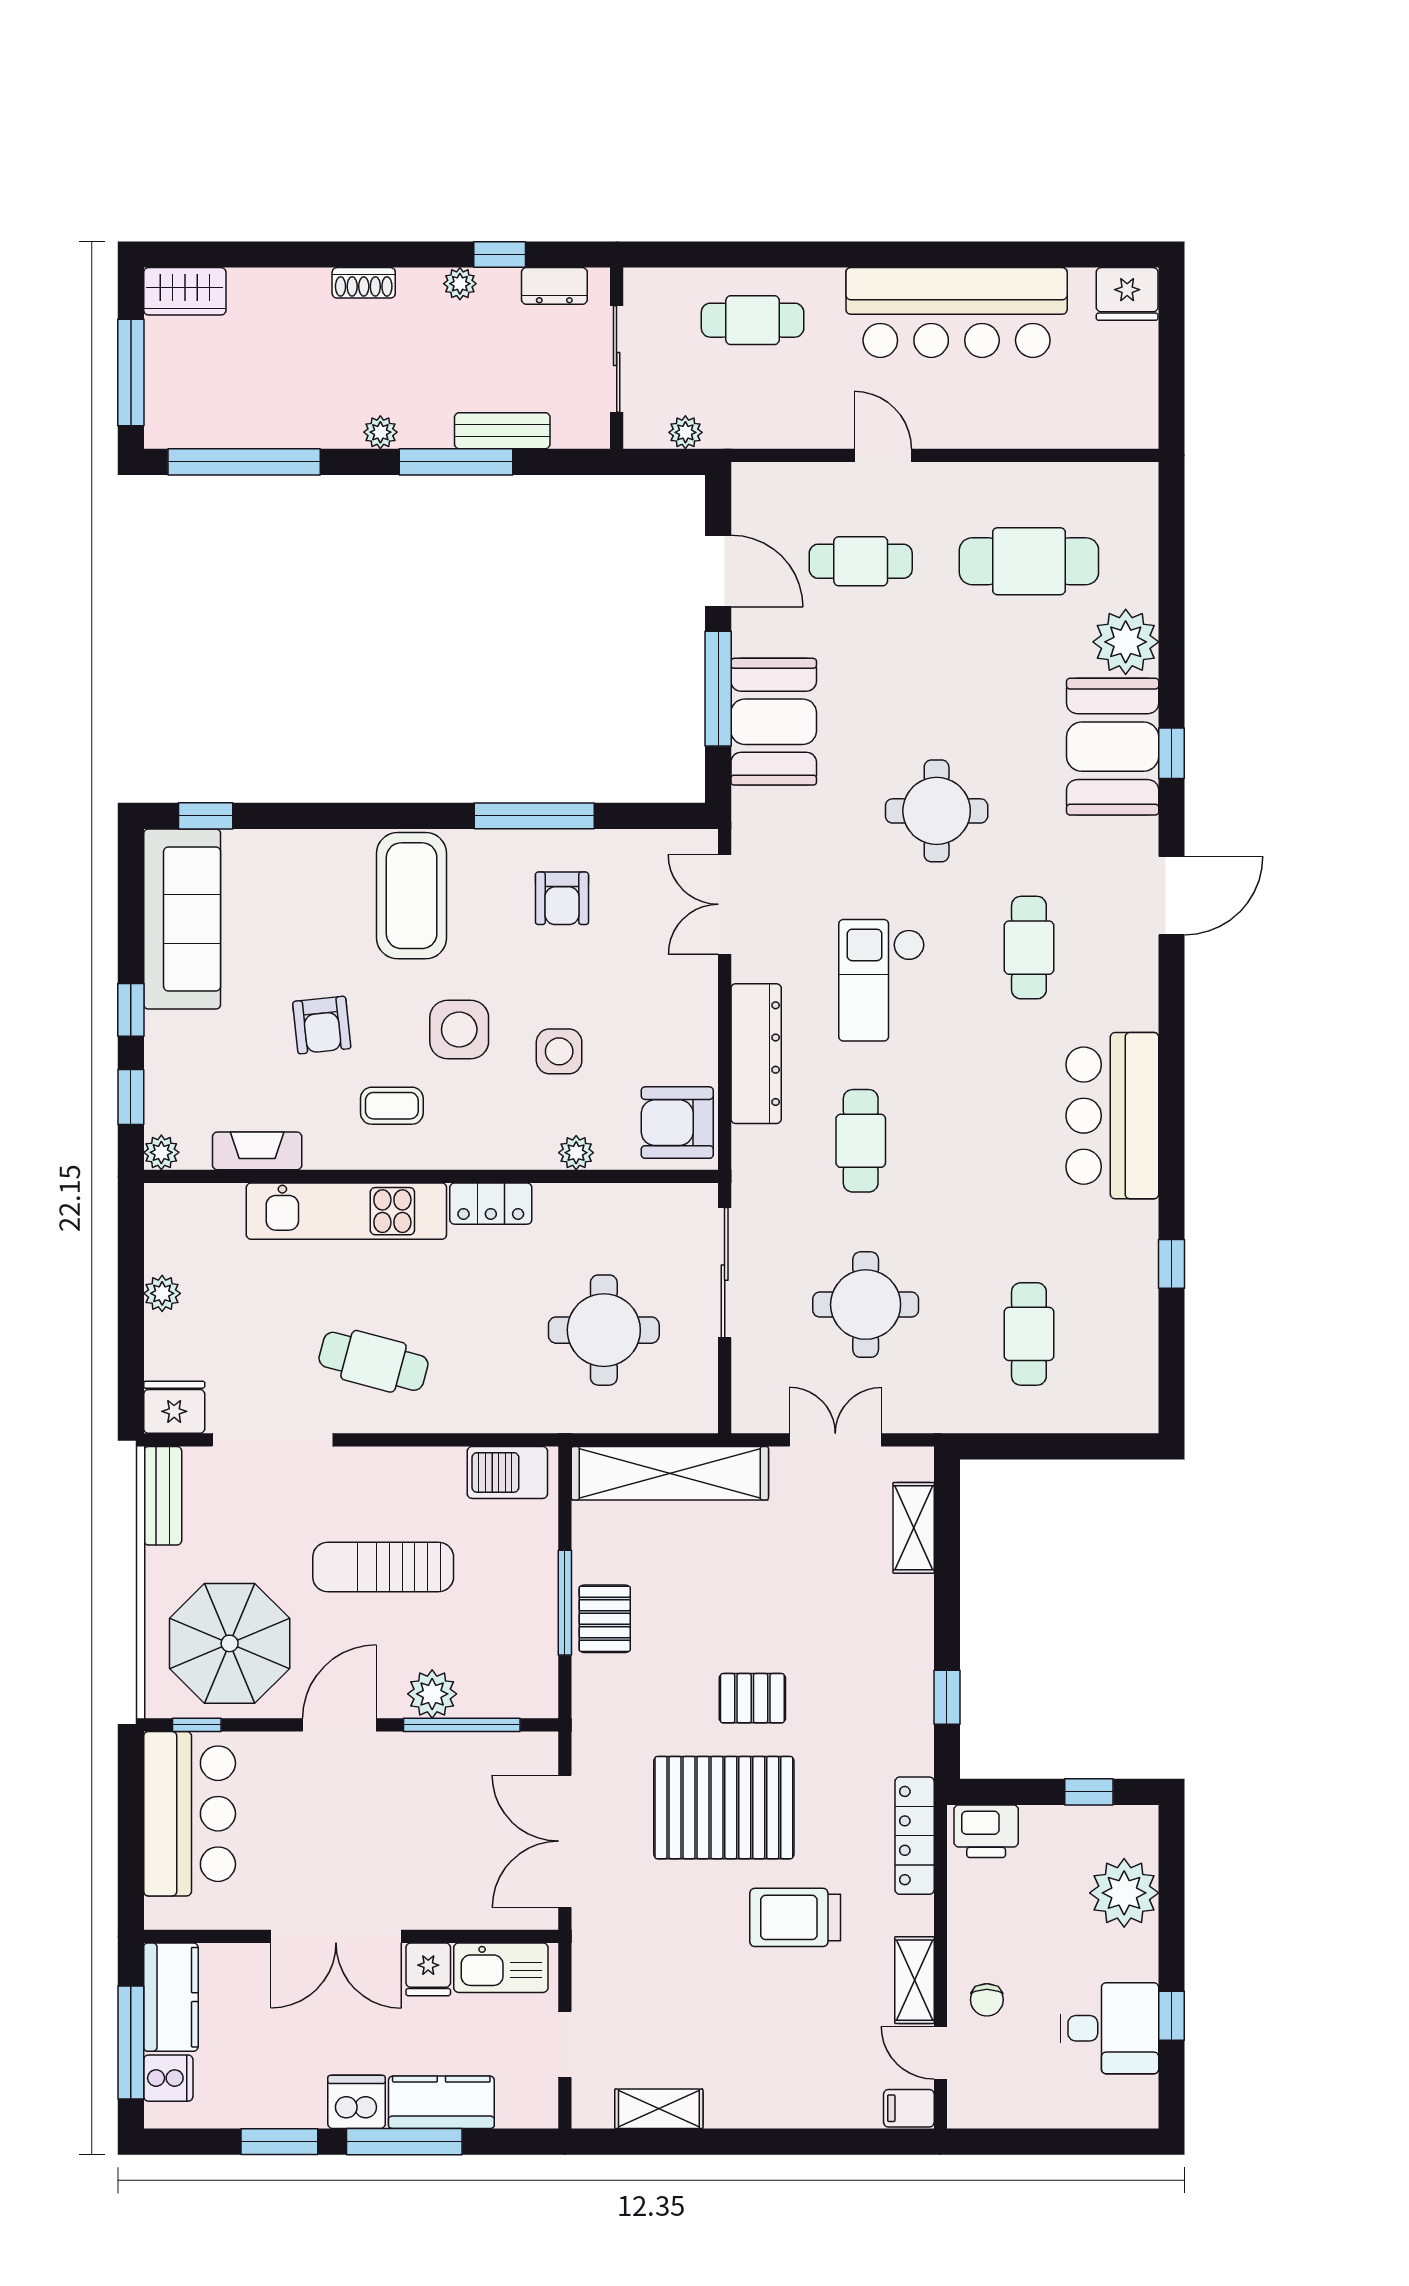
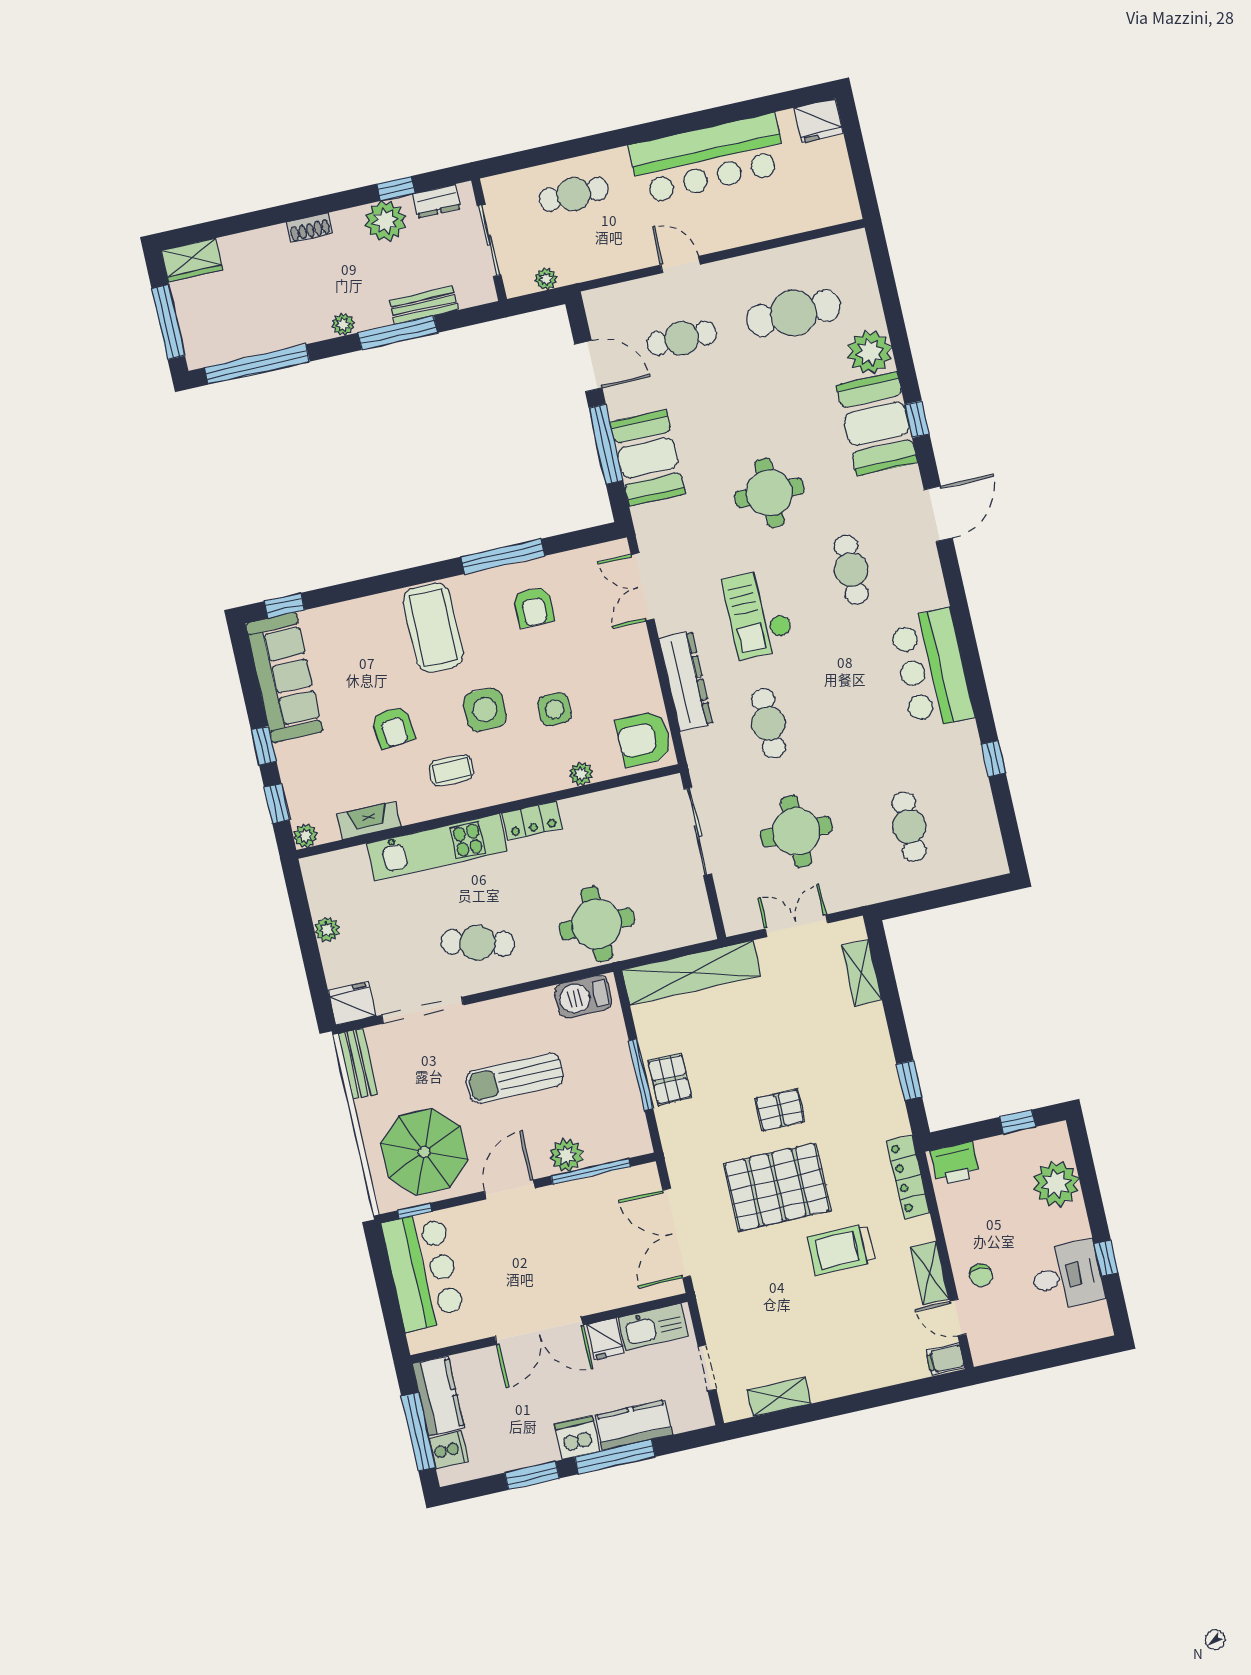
plant: (460, 284) -> (385, 221), width x1.88, depth x1.88
round table: (604, 1330) -> (597, 924), moved

